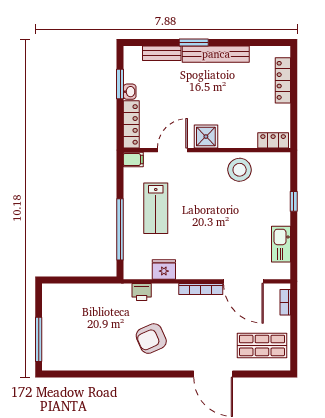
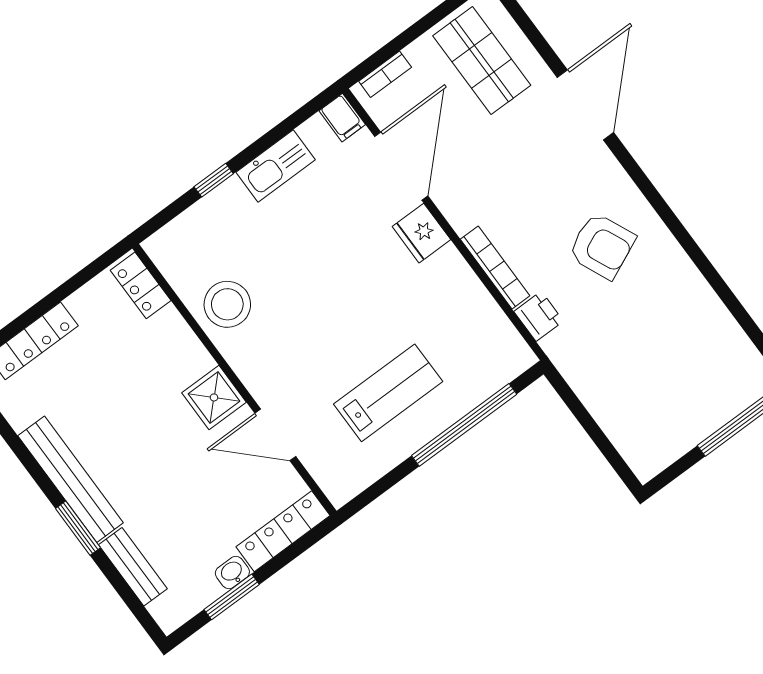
filing cabinet: (133, 159) -> (342, 118), moved, turned 180
kitchen sink: (281, 244) -> (276, 166), moved
fridge: (164, 269) -> (421, 233), moved
bookcase: (201, 289) -> (495, 268), moved

